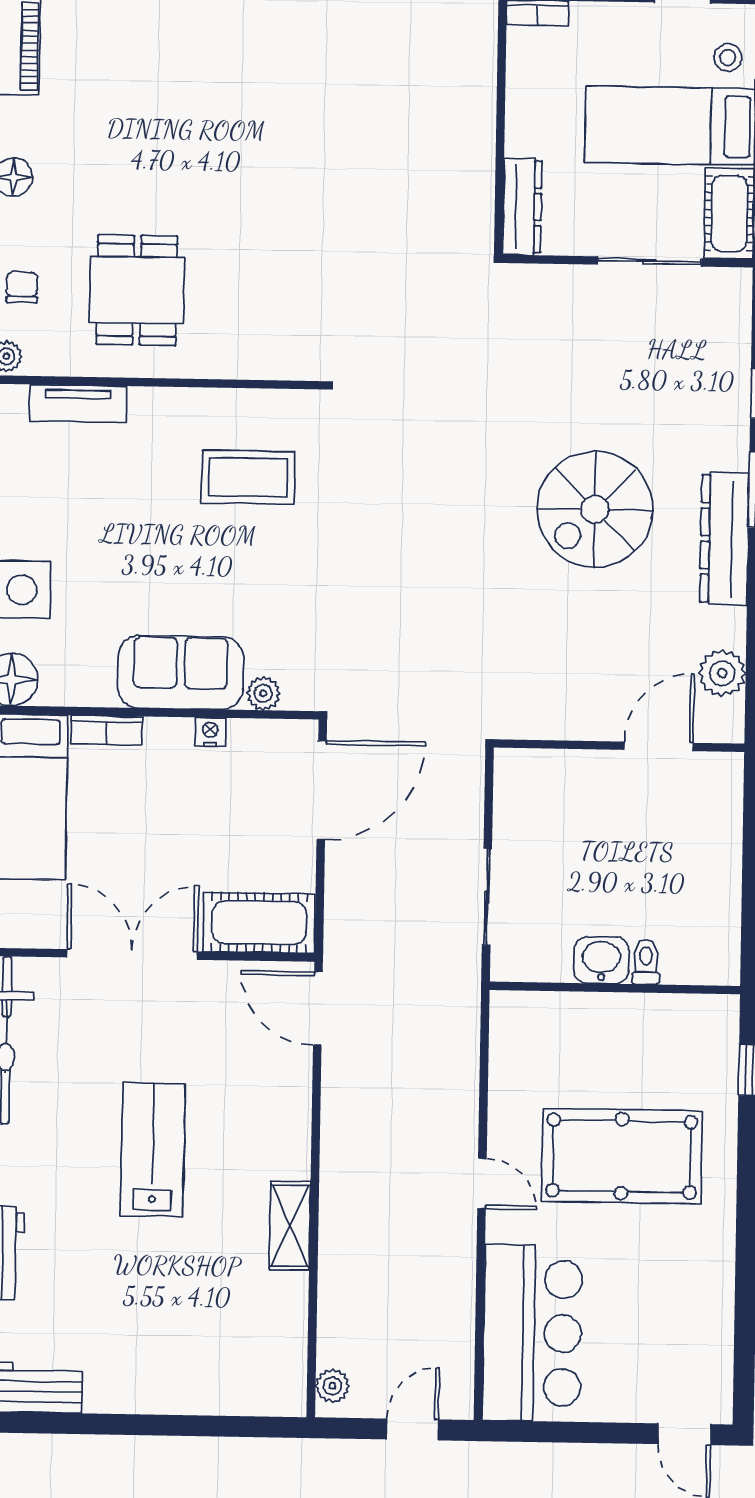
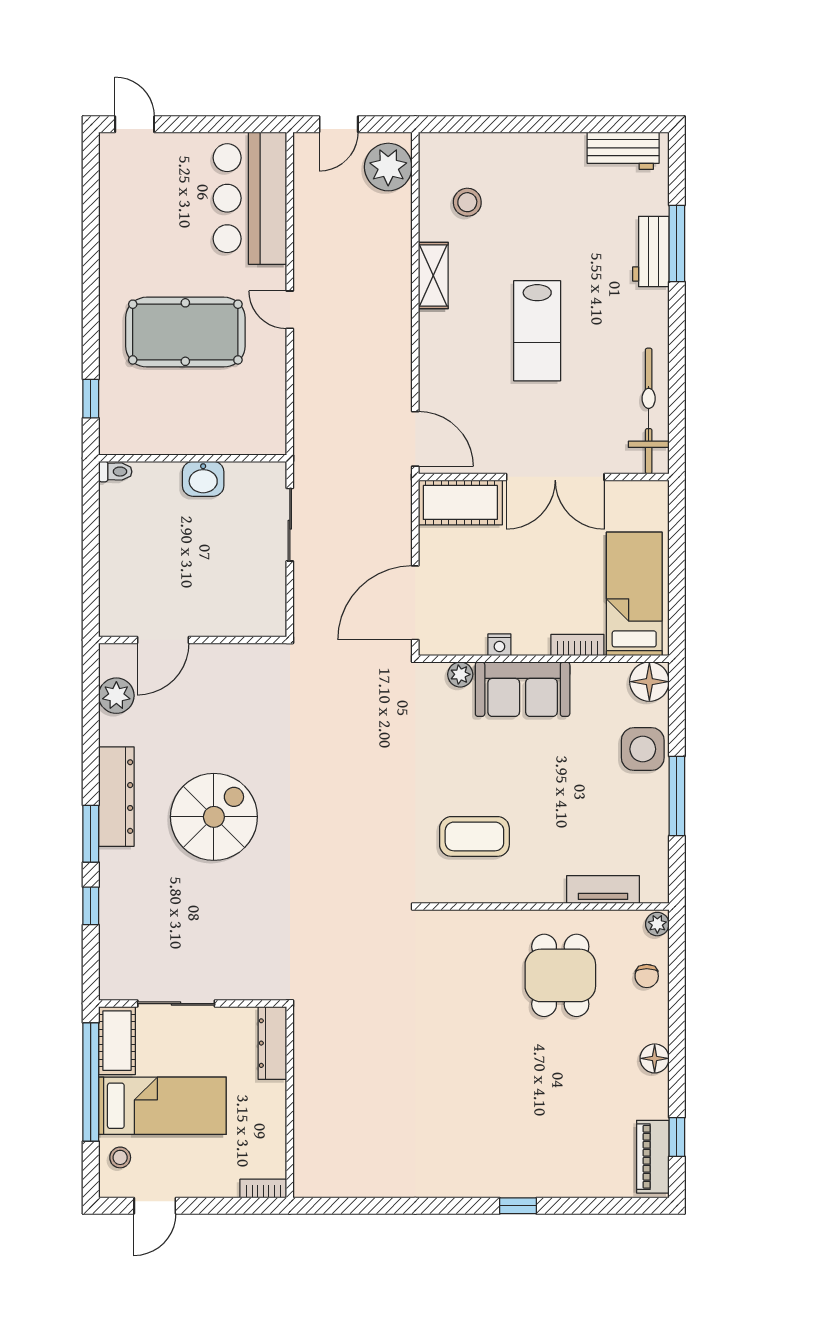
toilet: (646, 962) -> (115, 472), moved, turned -90
stool: (243, 1323) -> (467, 202), added
plant: (332, 1386) -> (388, 167), width x1.87, depth x1.87

